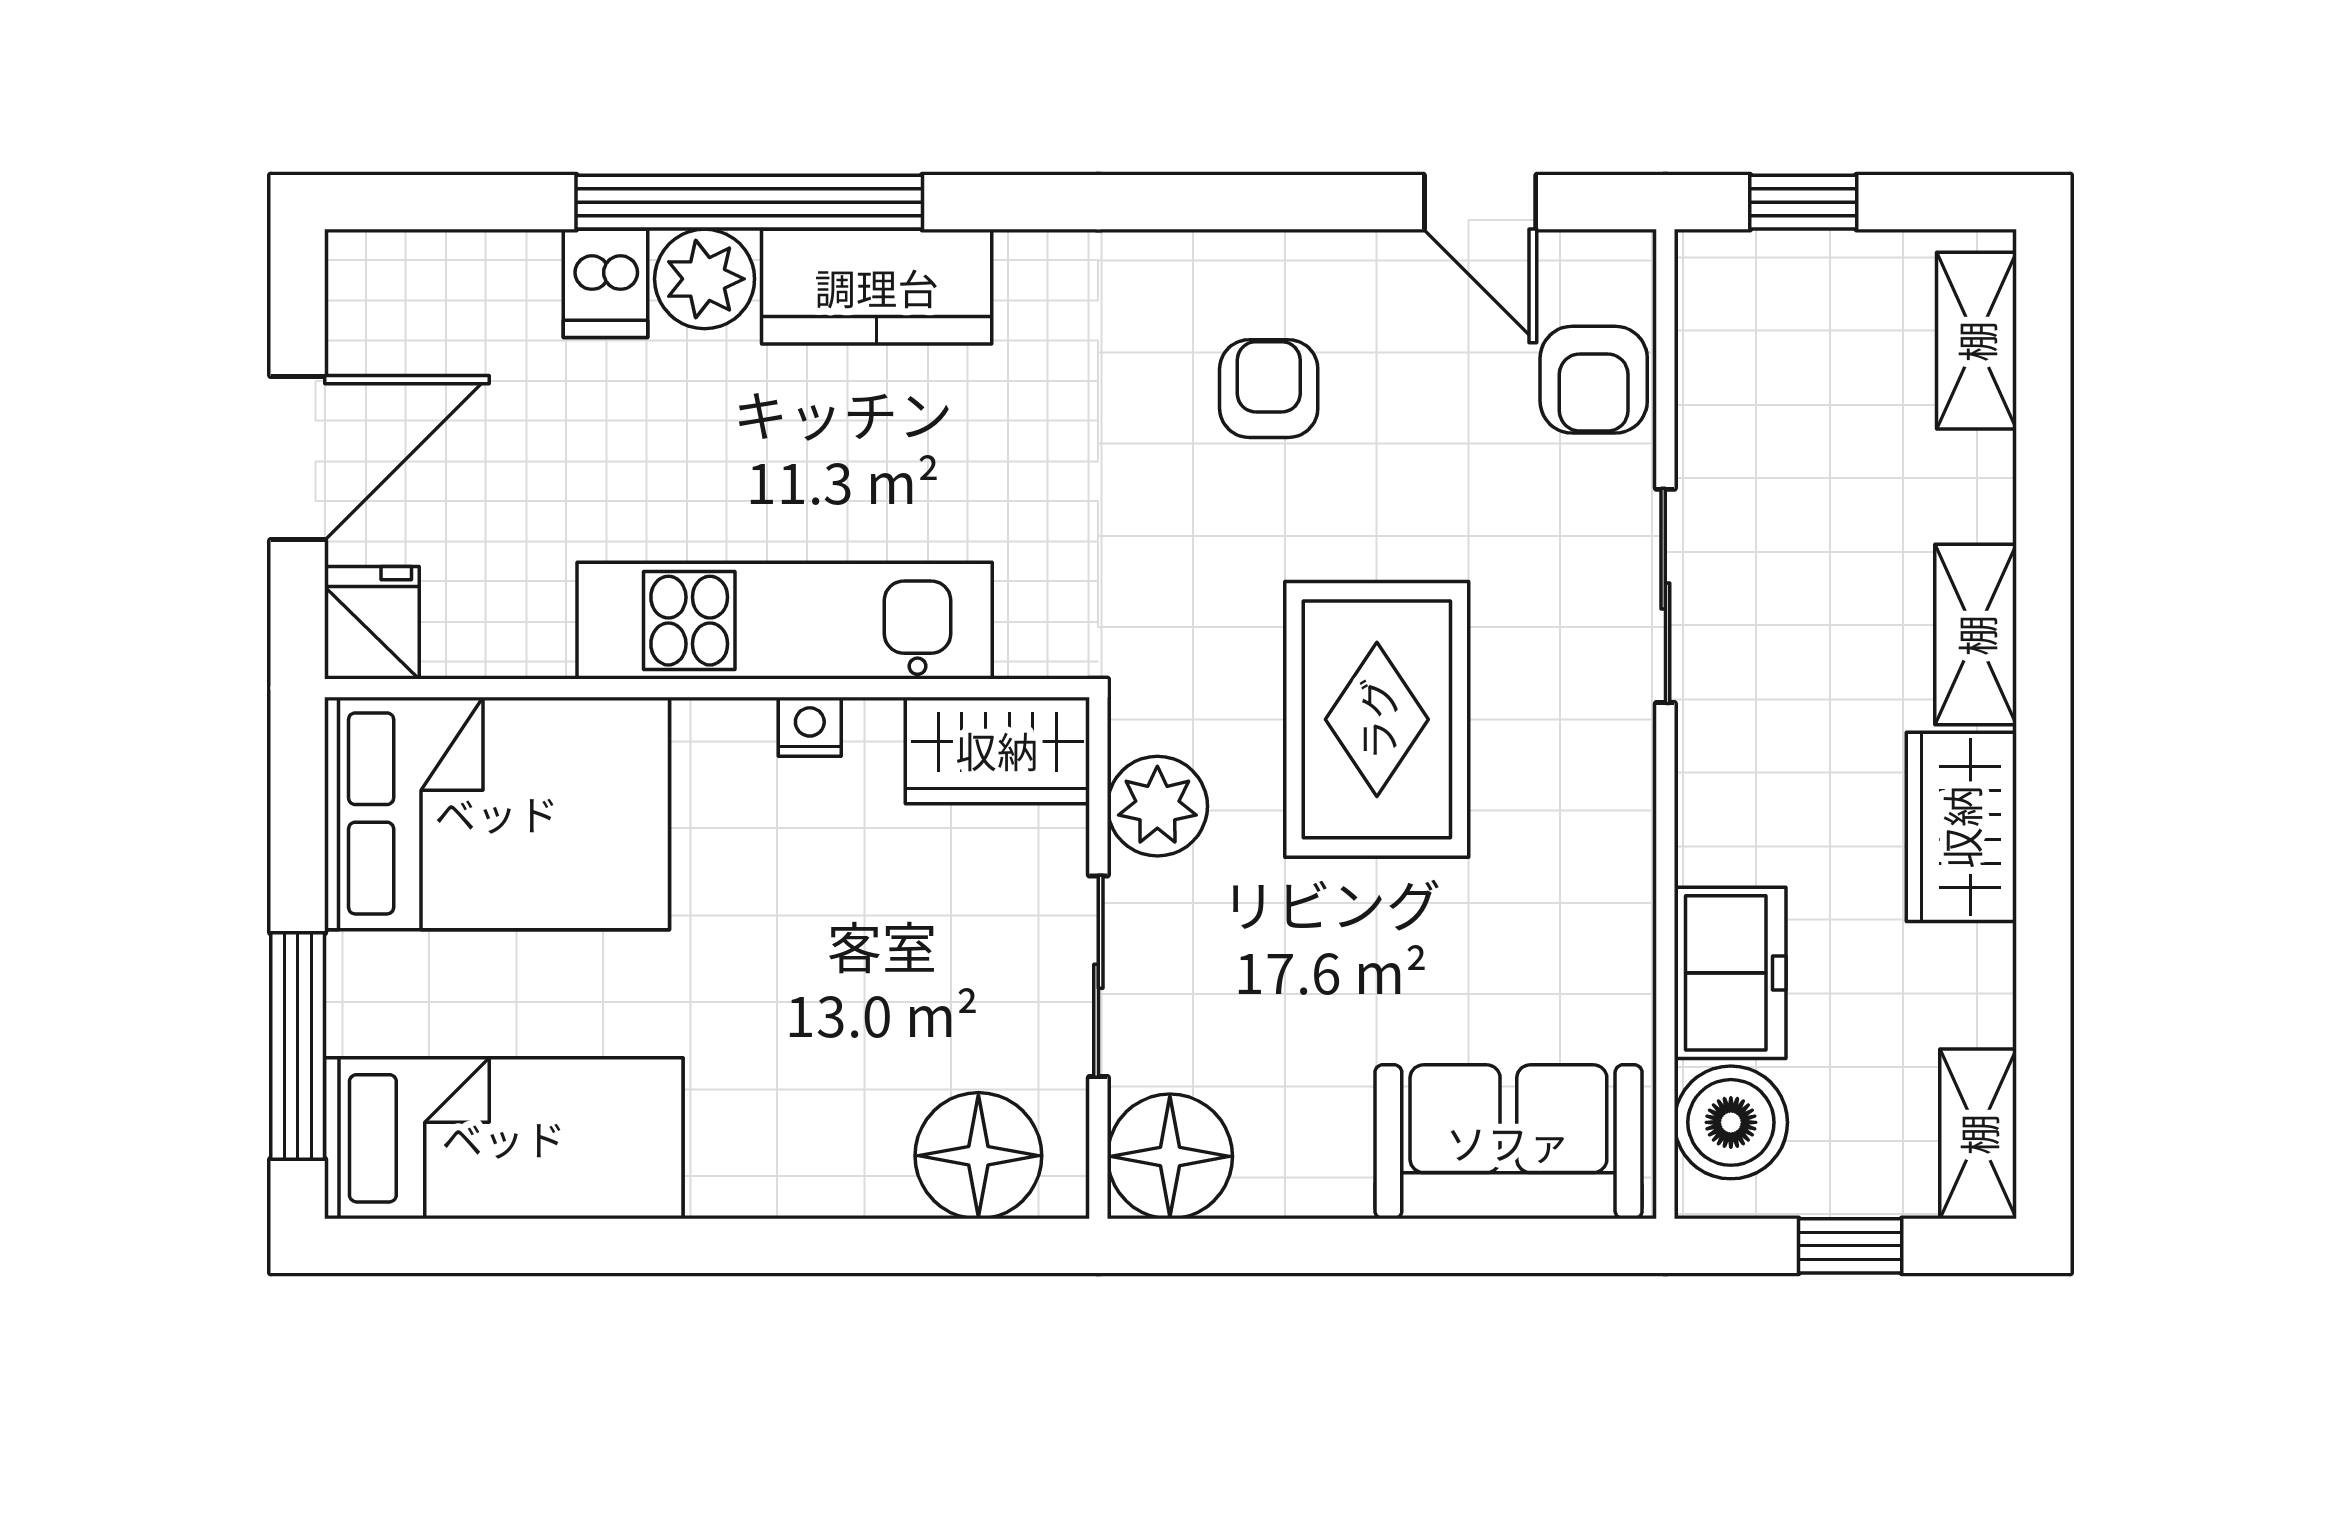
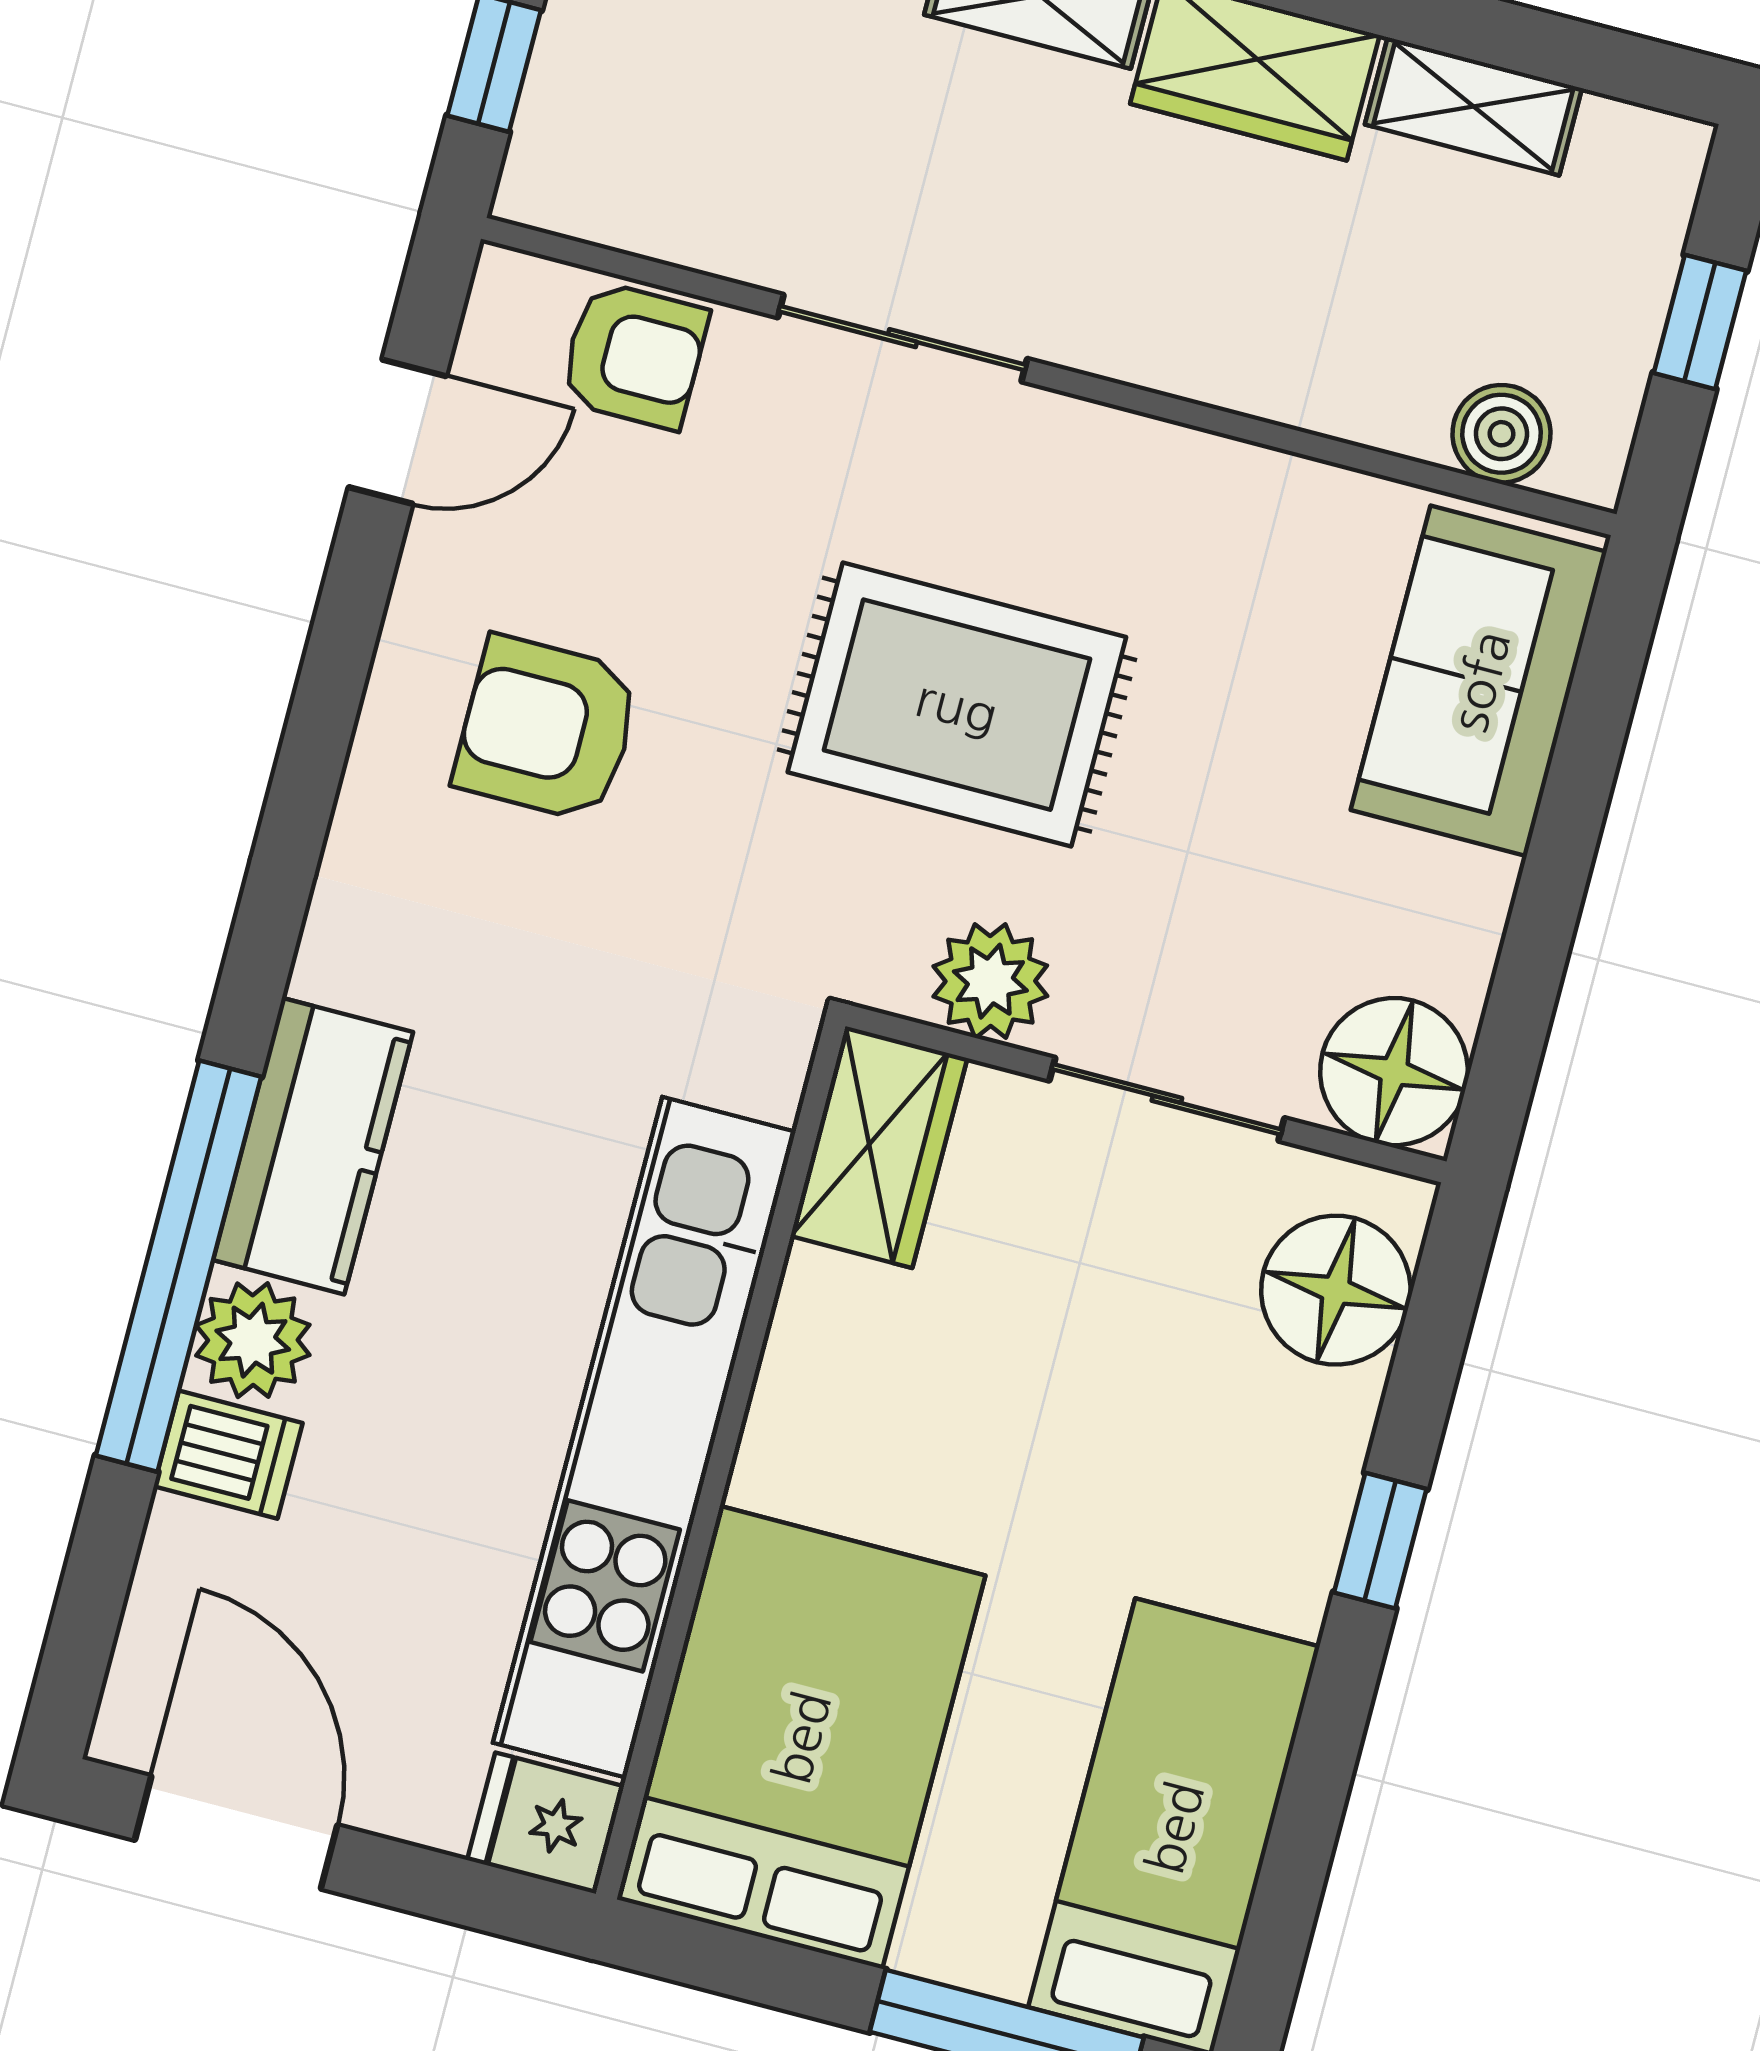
armchair: (1269, 389) -> (547, 729), width x1.38, depth x1.38
door: (298, 458) -> (236, 1832), moved
kitchen unit: (785, 621) -> (644, 1437), width x1.36
nightstand: (810, 727) -> (796, 1354), removed
freezer: (1730, 973) -> (1352, 377), removed
boiler: (1731, 1122) -> (1502, 434), width x0.73, depth x0.73
shelving: (1978, 1134) -> (1473, 106), moved
window: (783, 1246) -> (1380, 1541), added

